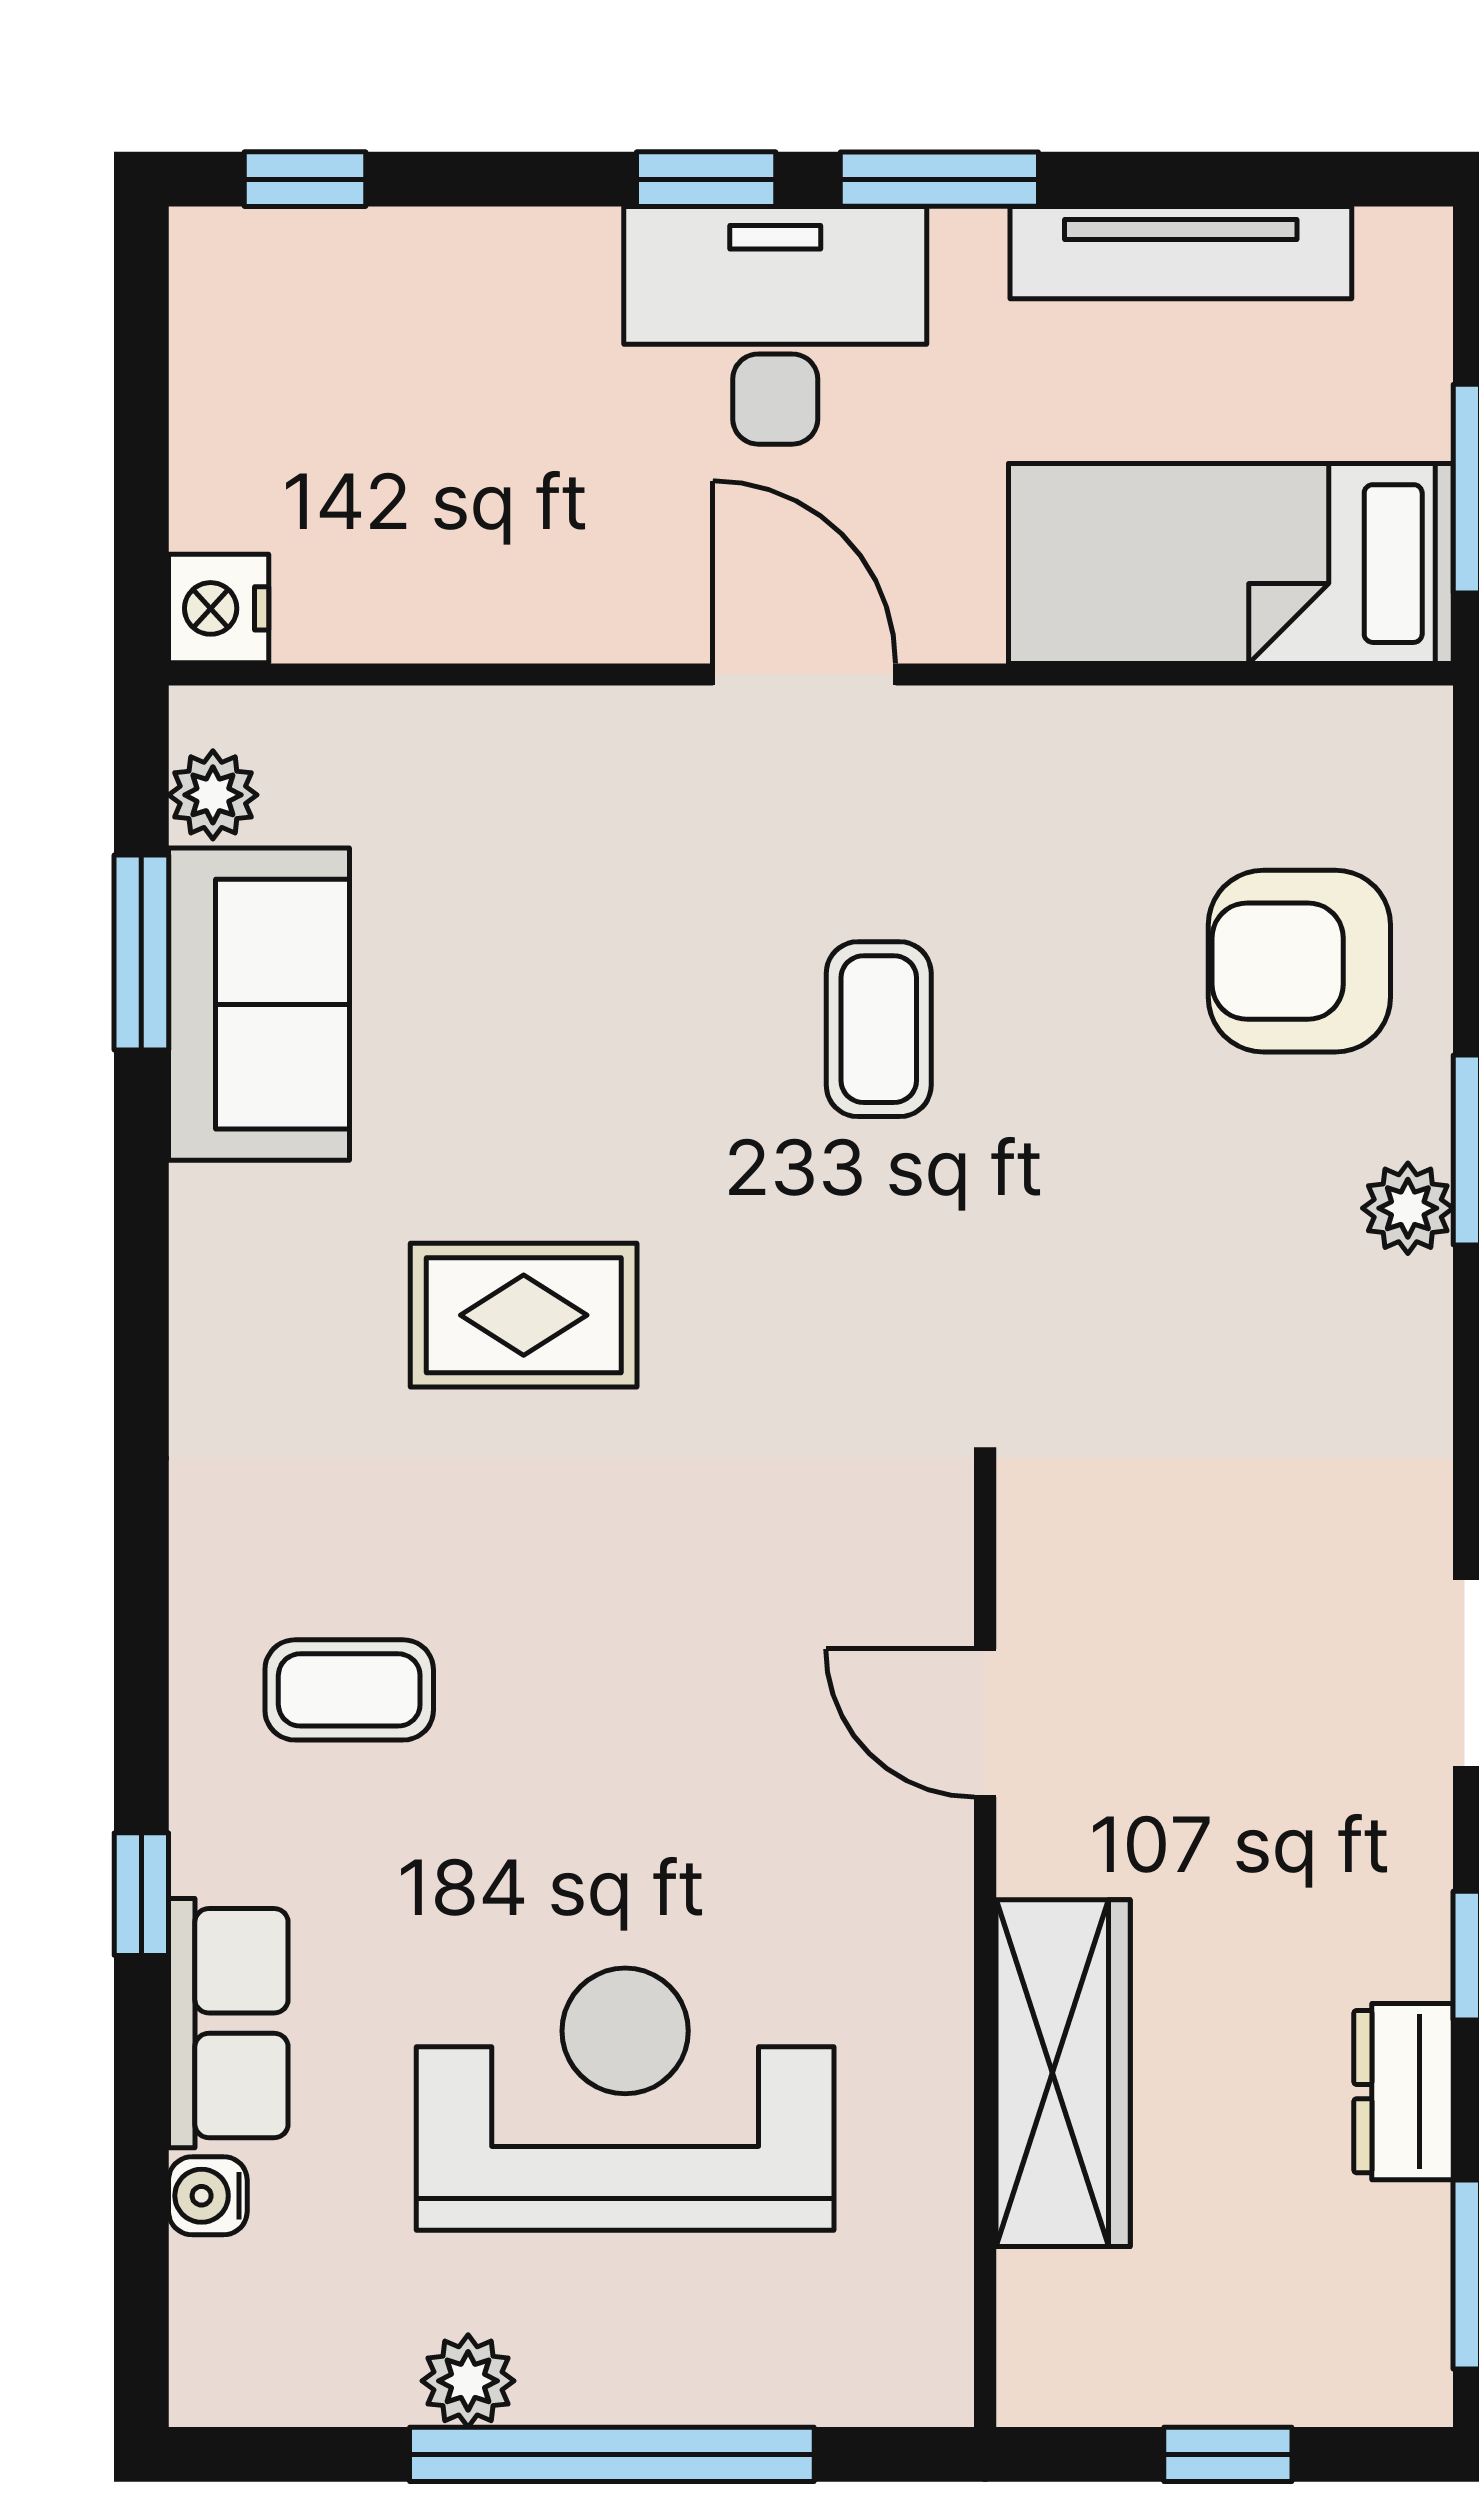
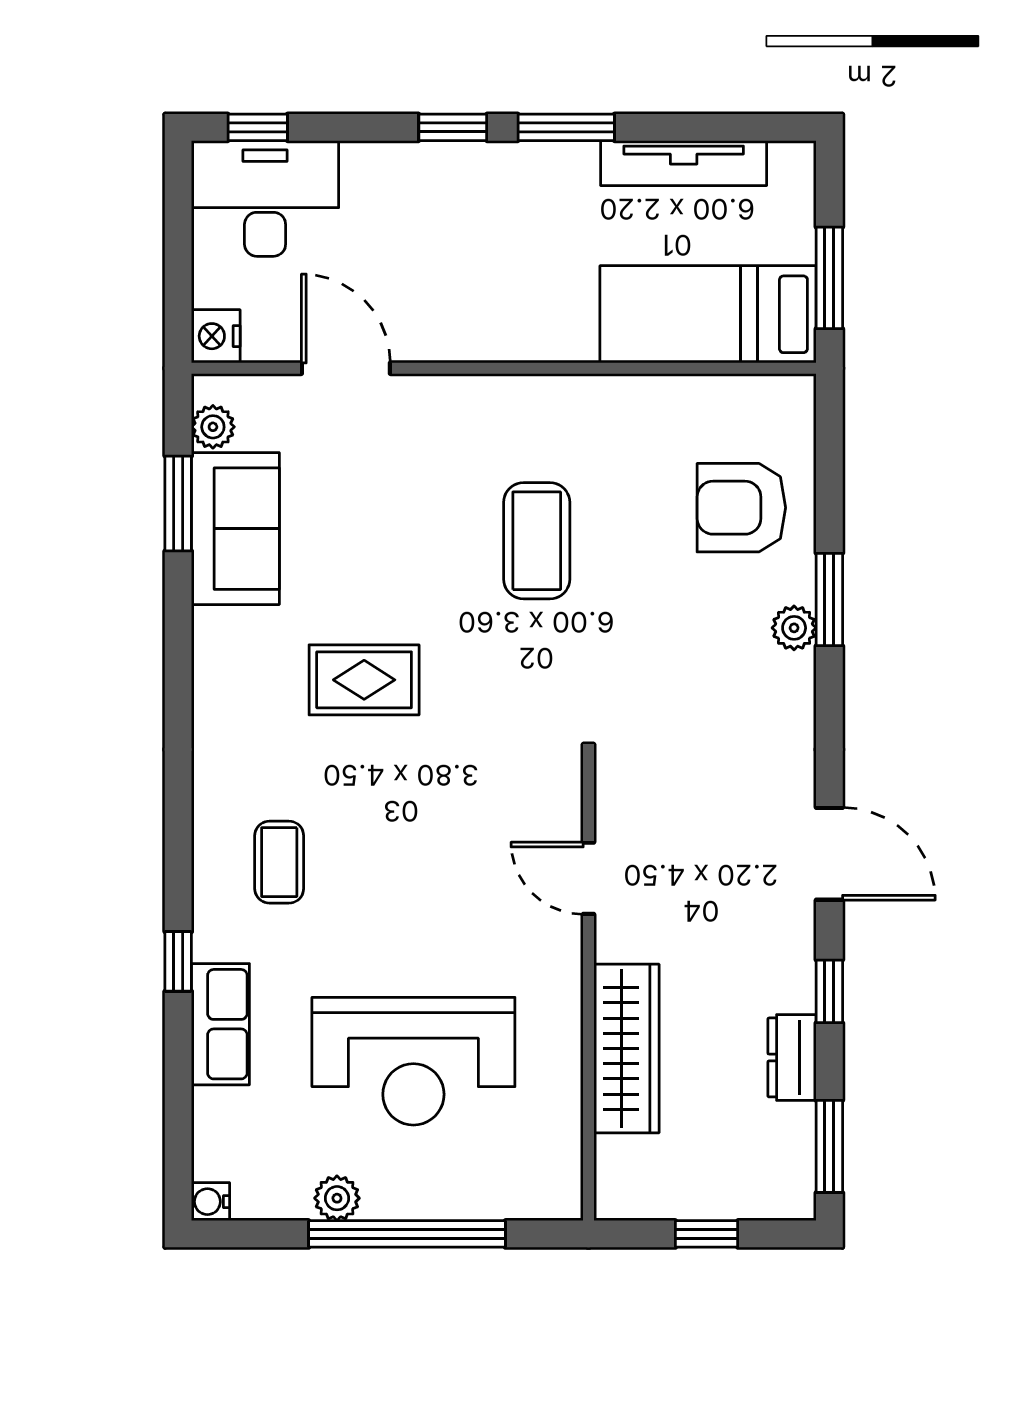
desk: (775, 325) -> (265, 198), moved
door: (804, 674) -> (346, 368), moved
coffee table: (879, 1029) -> (537, 541), width x1.36, depth x1.30
coffee table: (349, 1690) -> (279, 862), turned 90
reception desk: (625, 2099) -> (413, 1061), turned 180
water cooler: (208, 2196) -> (210, 1202), moved

